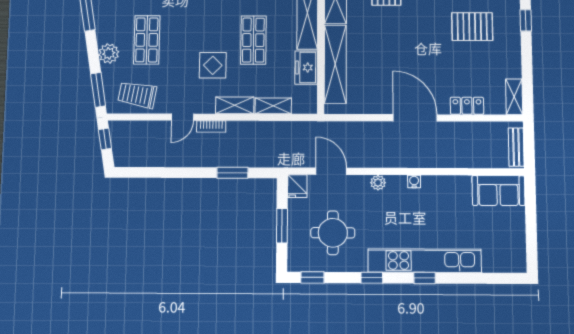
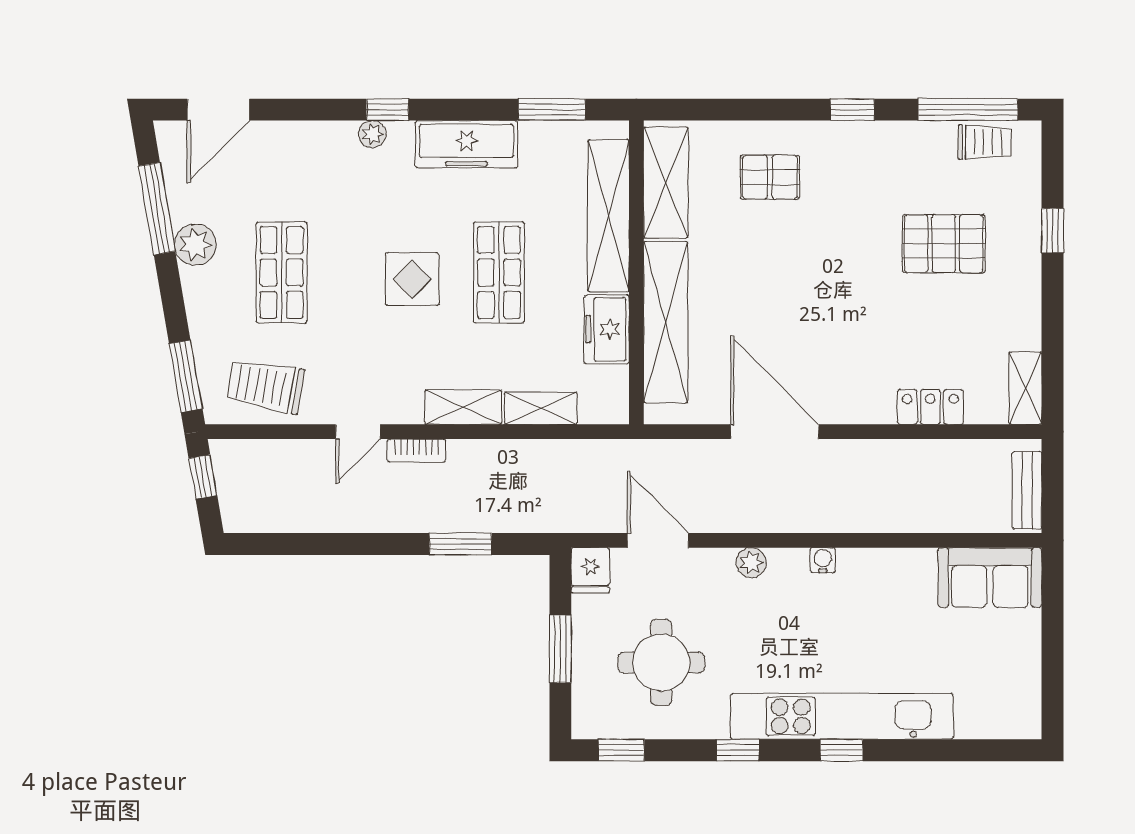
plant: (109, 53) -> (195, 245), moved
display table: (213, 65) -> (412, 279), moved
door: (415, 118) -> (775, 432), moved

